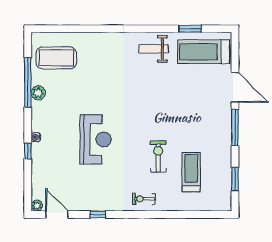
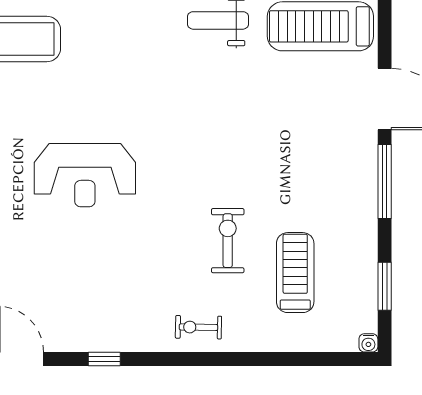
reception desk: (96, 139) -> (85, 175), moved, turned 90
water cooler: (227, 207) -> (368, 343), added

